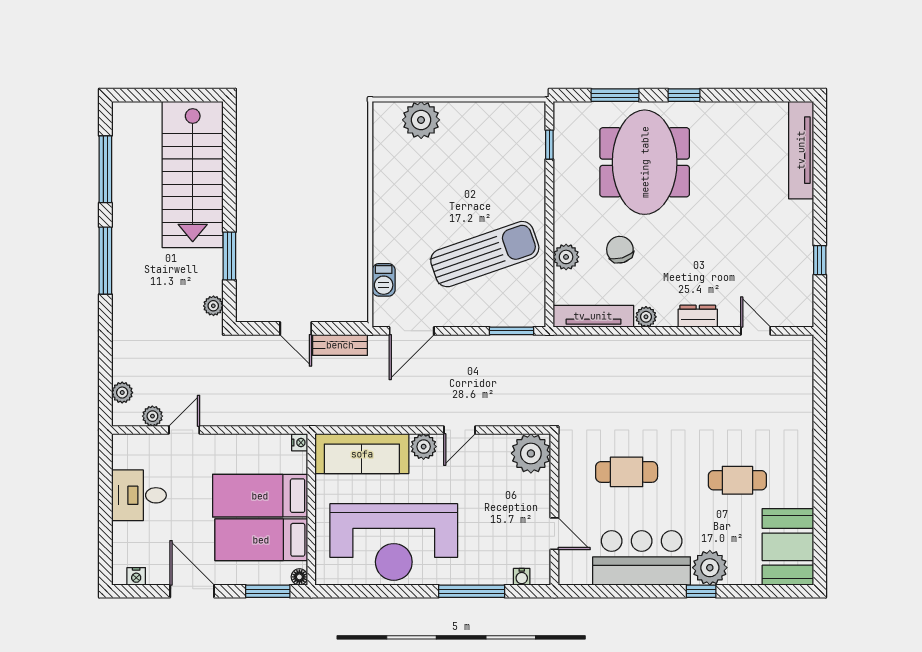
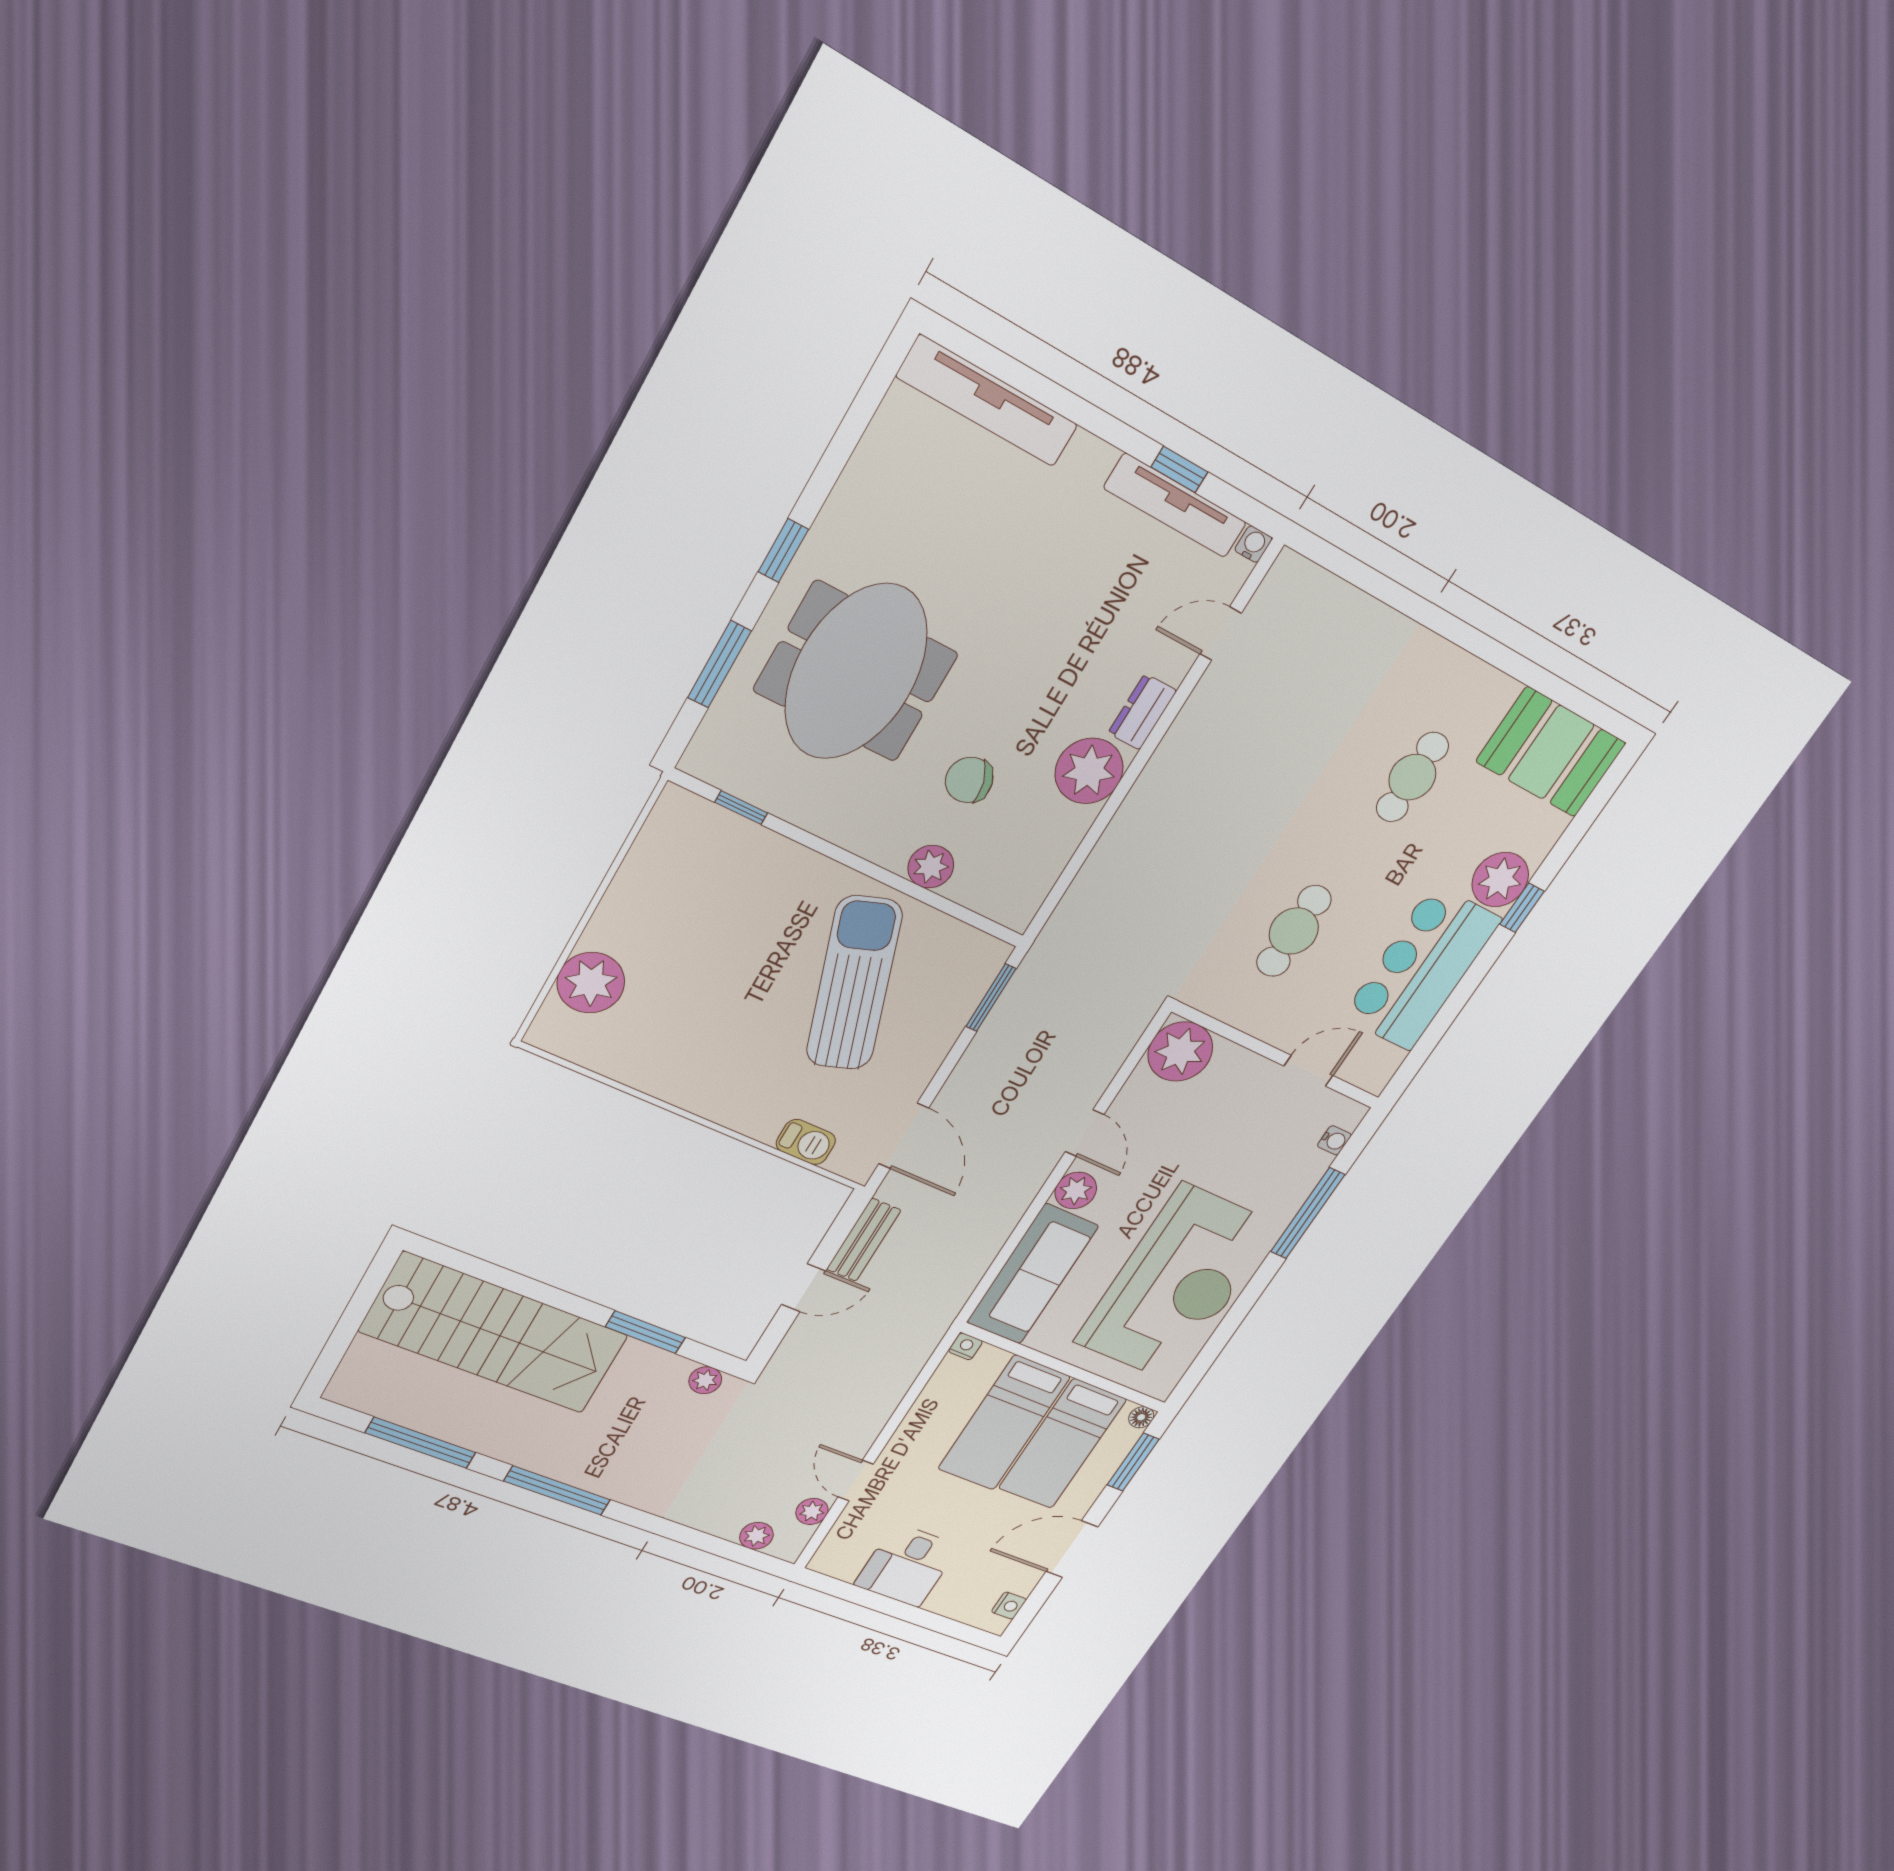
meeting table: (645, 162) -> (856, 672), turned 90
tv unit: (593, 316) -> (1175, 506), moved, turned -90
plant: (646, 317) -> (1089, 771), width x1.87, depth x1.87
water cooler: (806, 319) -> (1253, 544), added

